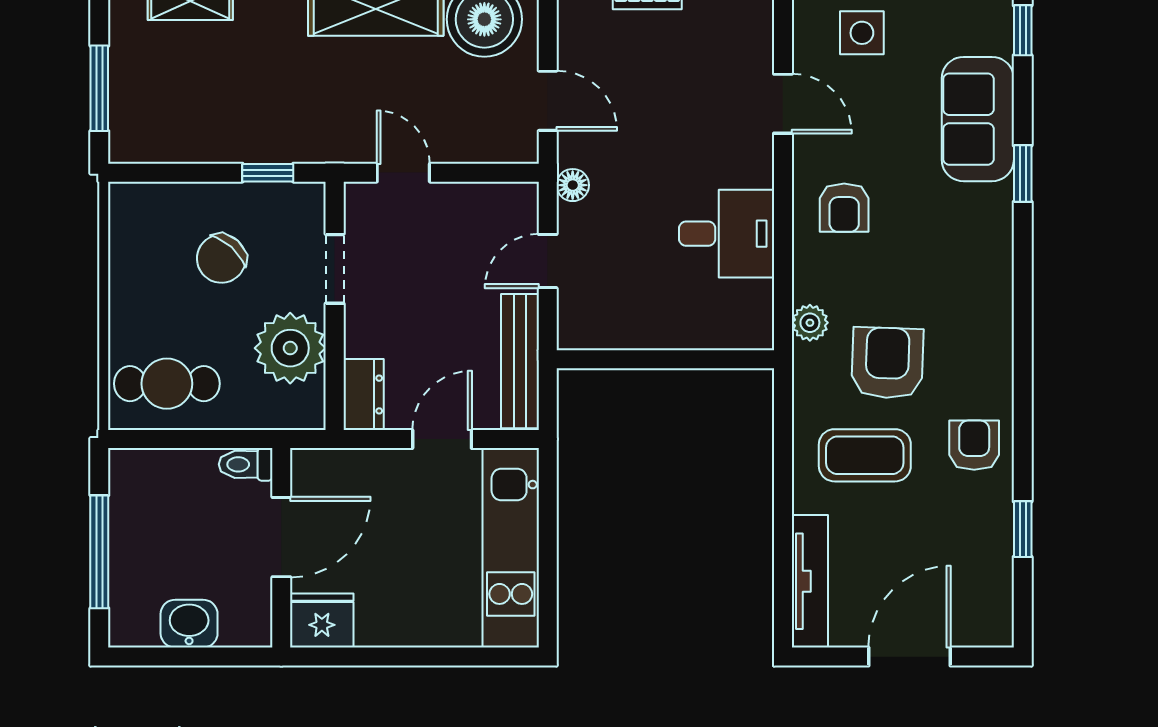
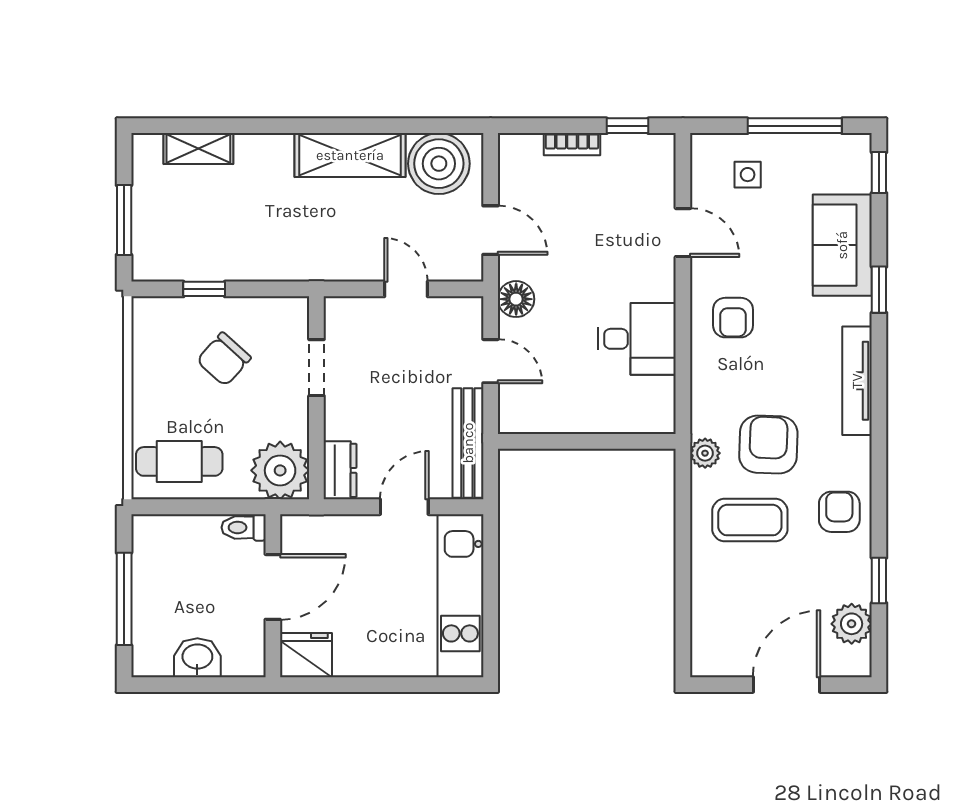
side table: (862, 33) -> (748, 175), width x0.73, depth x0.73
window: (268, 173) -> (204, 289), moved
door: (403, 173) -> (406, 289), moved
floor lamp: (573, 185) -> (516, 299), width x1.37, depth x1.37
door: (548, 261) -> (491, 361), swing flipped
plant: (810, 323) -> (705, 453), moved
plant: (290, 348) -> (280, 470), moved
tv unit: (810, 581) -> (857, 381), moved, turned 180
plant: (989, 582) -> (852, 624), added

